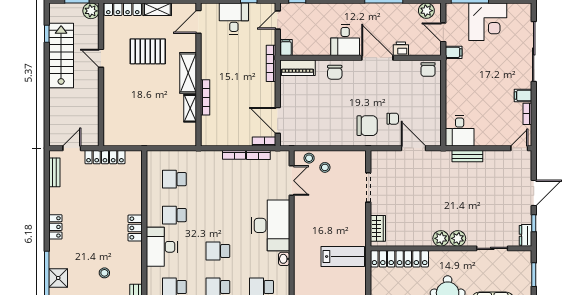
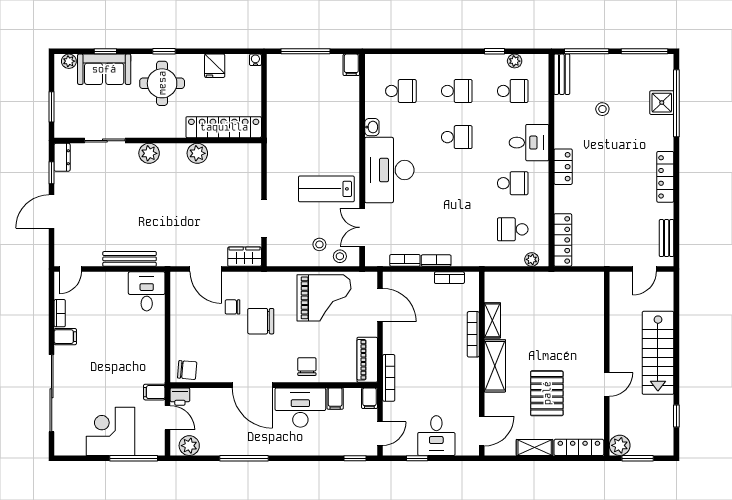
desk: (345, 40) -> (300, 408), width x1.37
filing cabinet: (313, 47) -> (335, 399), added
printer: (401, 49) -> (180, 397), moved
pallet: (148, 51) -> (547, 393), turned 90
stairs: (61, 55) -> (658, 353), moved
door: (101, 58) -> (607, 384), hinge flipped
piano: (297, 68) -> (367, 360), moved, turned -90
chair: (428, 70) -> (187, 370), turned 95
grand piano: (321, 126) -> (324, 298), added
chair: (367, 126) -> (261, 321), moved
bookcase: (264, 141) -> (449, 278), moved
plant: (160, 156) -> (532, 259), added
bench: (467, 156) -> (130, 259), width x1.36
locker: (105, 157) -> (563, 240), moved, turned 90
school desk: (174, 179) -> (513, 229), turned 180
locker: (55, 227) -> (665, 177), width x1.53
wardrobe: (378, 228) -> (245, 257), moved, turned 90
plant: (441, 238) -> (197, 153), moved
desk: (162, 247) -> (529, 143), width x0.73
lab bench: (343, 257) -> (326, 189), moved

